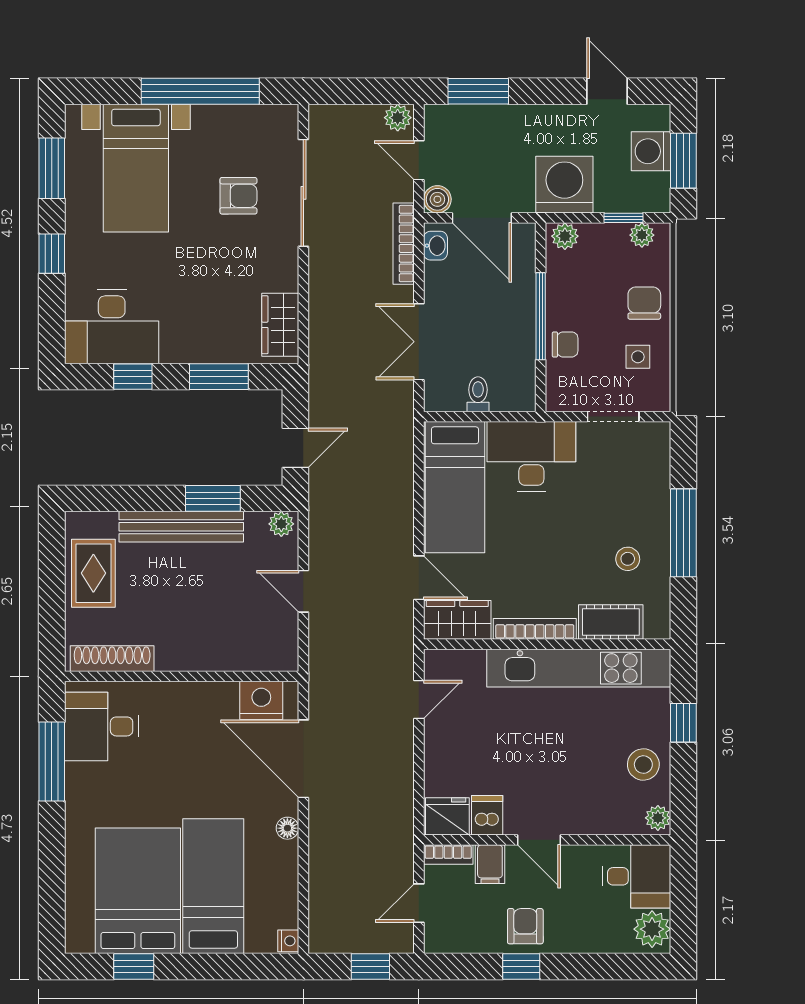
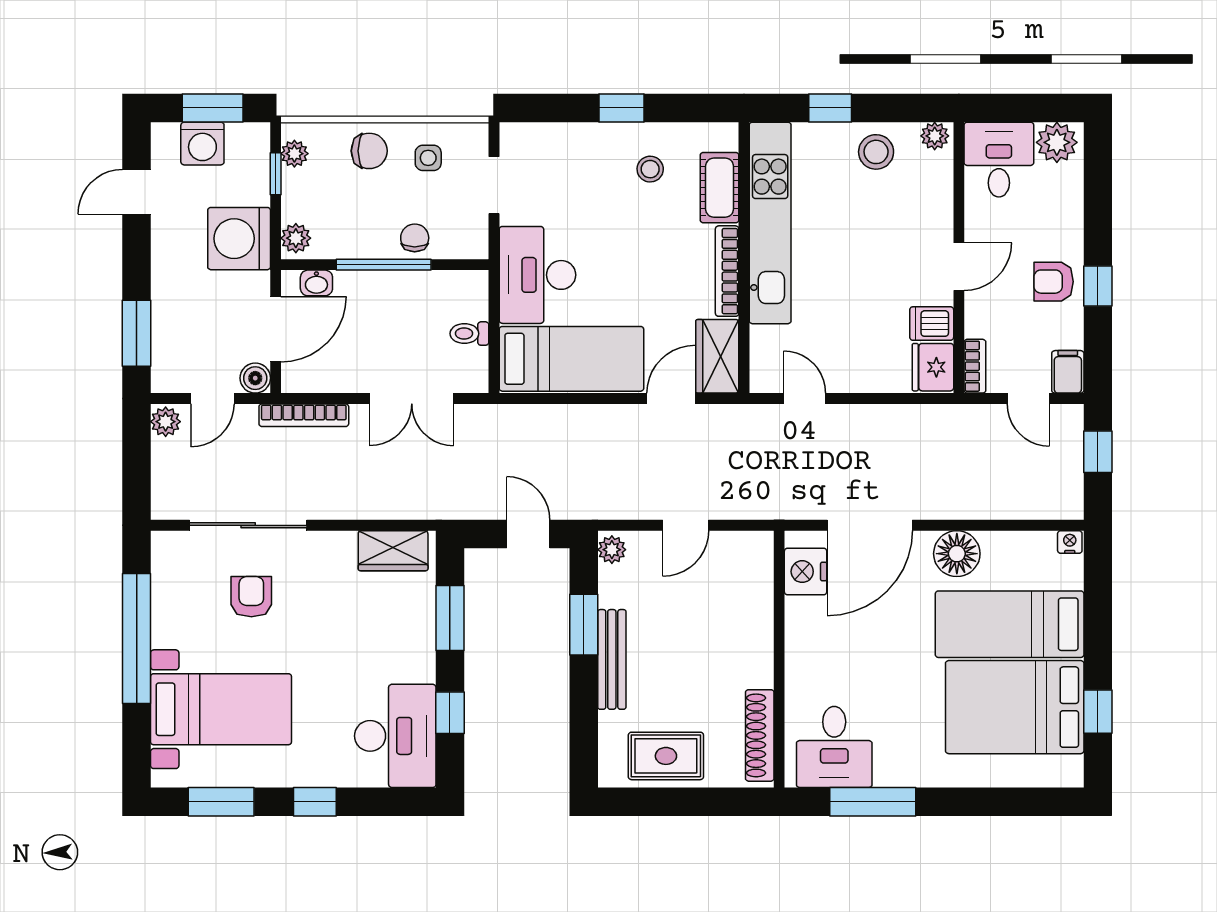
washbasin: (435, 246) -> (316, 283), moved, turned 180
chair: (644, 303) -> (369, 151), turned 180
bench: (181, 527) -> (612, 659), width x0.73, depth x0.82
window: (683, 533) -> (622, 108), width x0.46
floor lamp: (287, 828) -> (957, 554), width x1.89, depth x1.89
filing cabinet: (490, 864) -> (1068, 372), moved, turned -90

